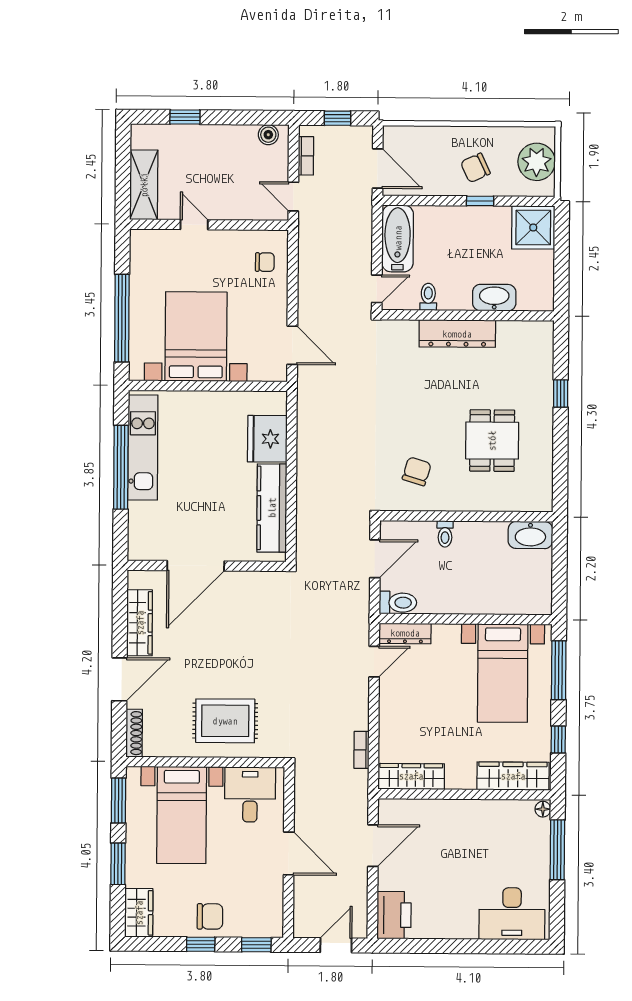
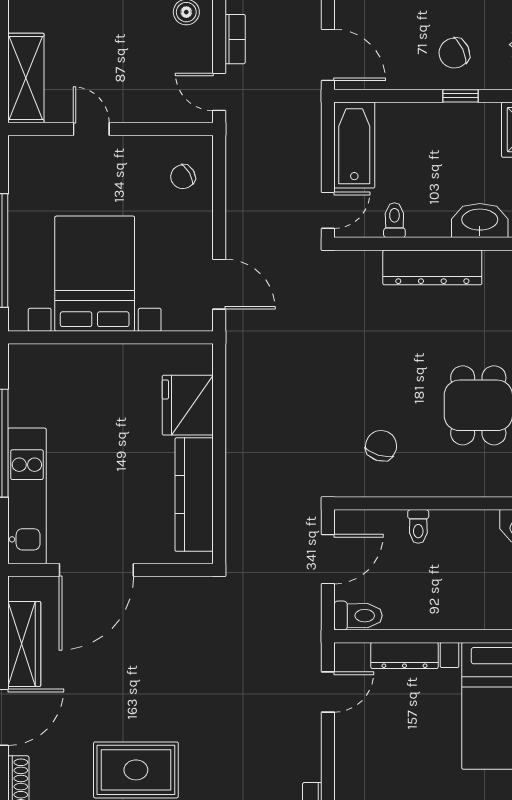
chair: (265, 262) -> (183, 177), turned 150
kitchen unit: (143, 448) -> (27, 496), moved
dresser: (405, 633) -> (404, 655), moved

